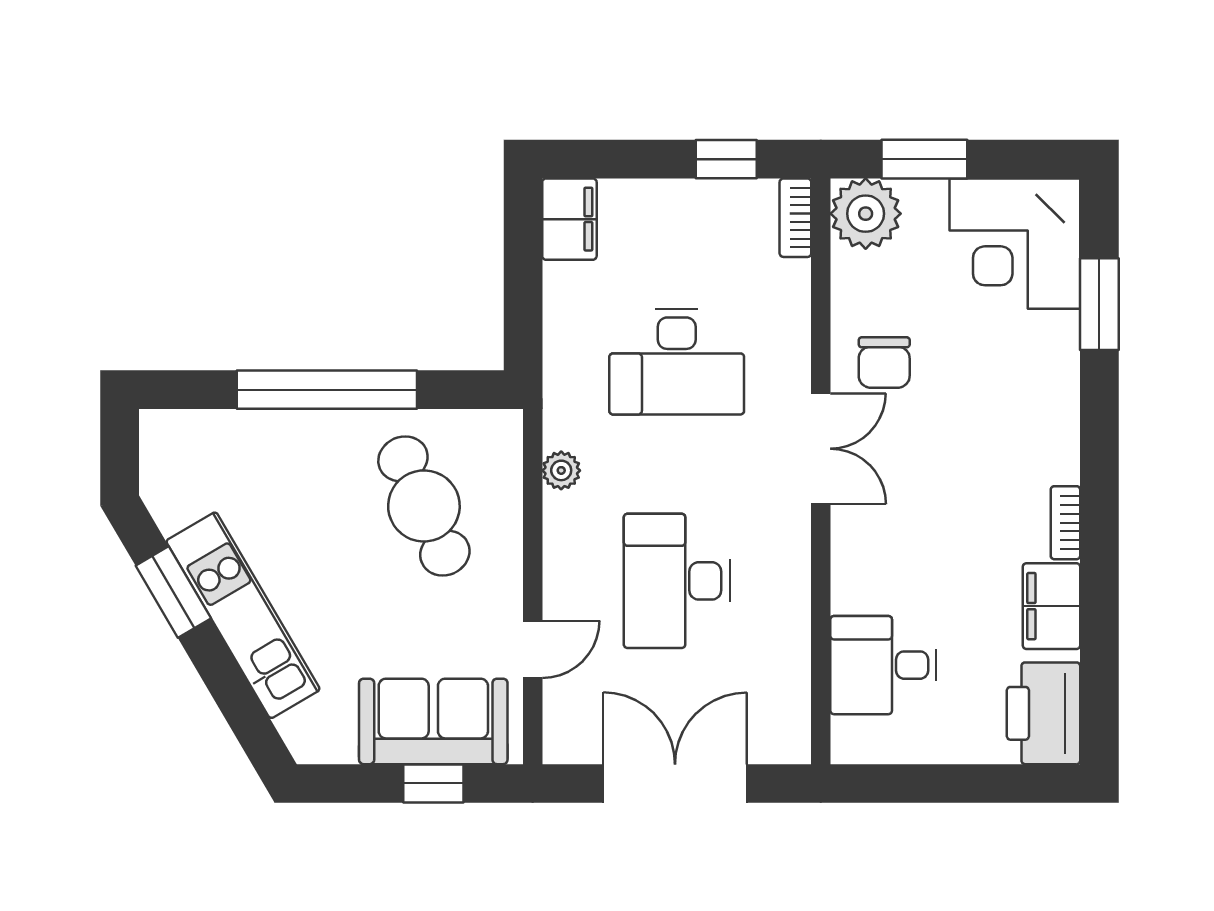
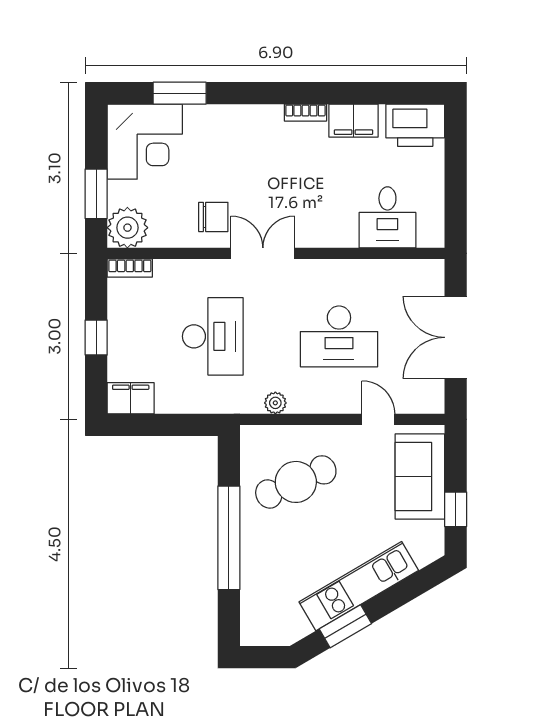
window: (726, 159) -> (96, 337), moved
window: (433, 783) -> (456, 509), moved

